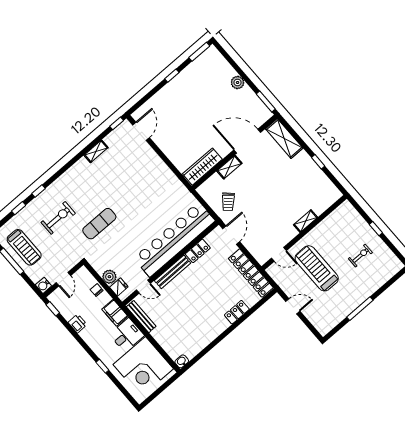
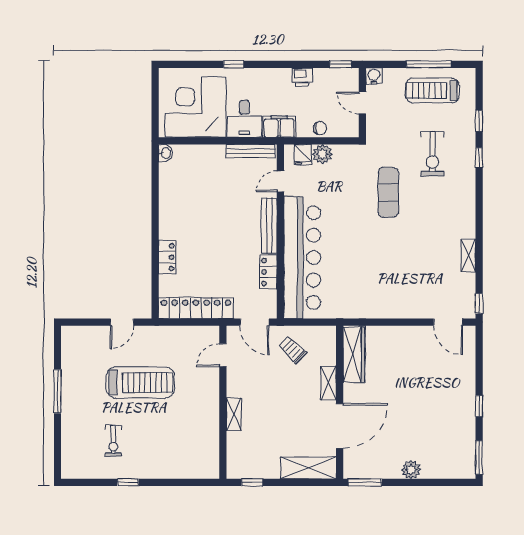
shelving: (306, 221) -> (234, 414), moved
wall: (304, 233) -> (223, 402), moved
door: (279, 254) -> (223, 355), moved

